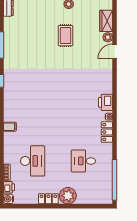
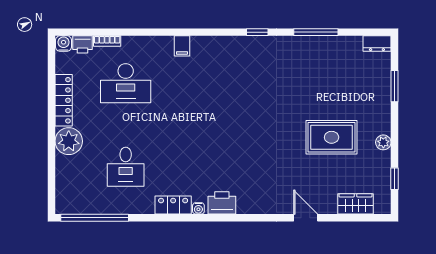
rug: (66, 36) -> (332, 137), width x1.36, depth x1.43
plant: (108, 37) -> (329, 207), removed
desk: (83, 161) -> (126, 167), turned 180
locker: (48, 199) -> (64, 100), width x1.53

